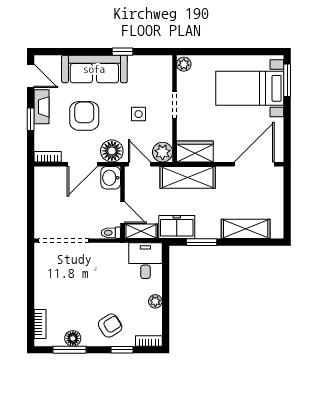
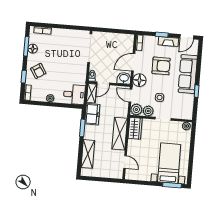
plant: (163, 132) -> (148, 111), added
door: (82, 164) -> (133, 62), hinge flipped
door: (140, 164) -> (130, 96), swing flipped
door: (254, 164) -> (125, 162), width x0.53
shelving: (188, 177) -> (120, 134), moved

